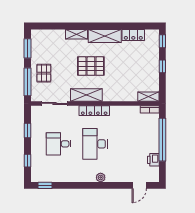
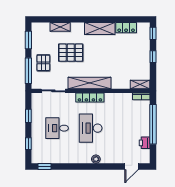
shelving: (77, 34) -> (60, 27), moved
pallet: (91, 66) -> (71, 53), moved
shelving: (86, 95) -> (90, 83), width x1.47

